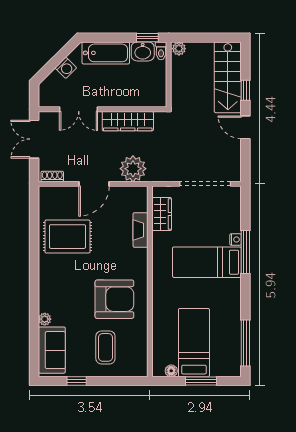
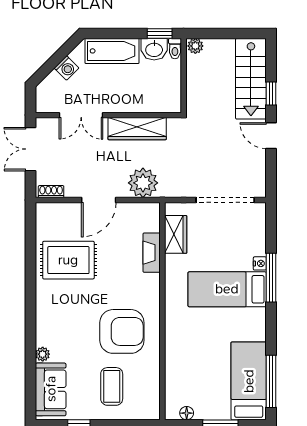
bed: (194, 343) -> (249, 381), moved

